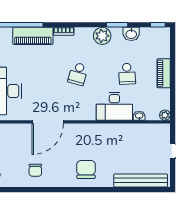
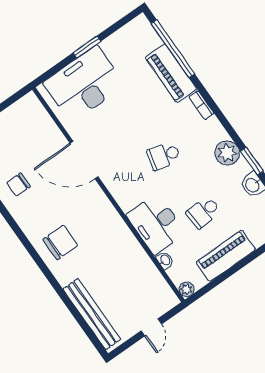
piano: (164, 73) -> (226, 256), width x1.37, depth x1.33

